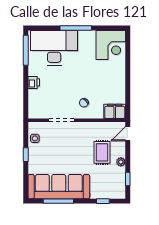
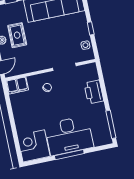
desk: (54, 48) -> (69, 136), moved
printer: (34, 82) -> (94, 92), width x1.87, depth x1.48
rug: (102, 152) -> (17, 35), moved

